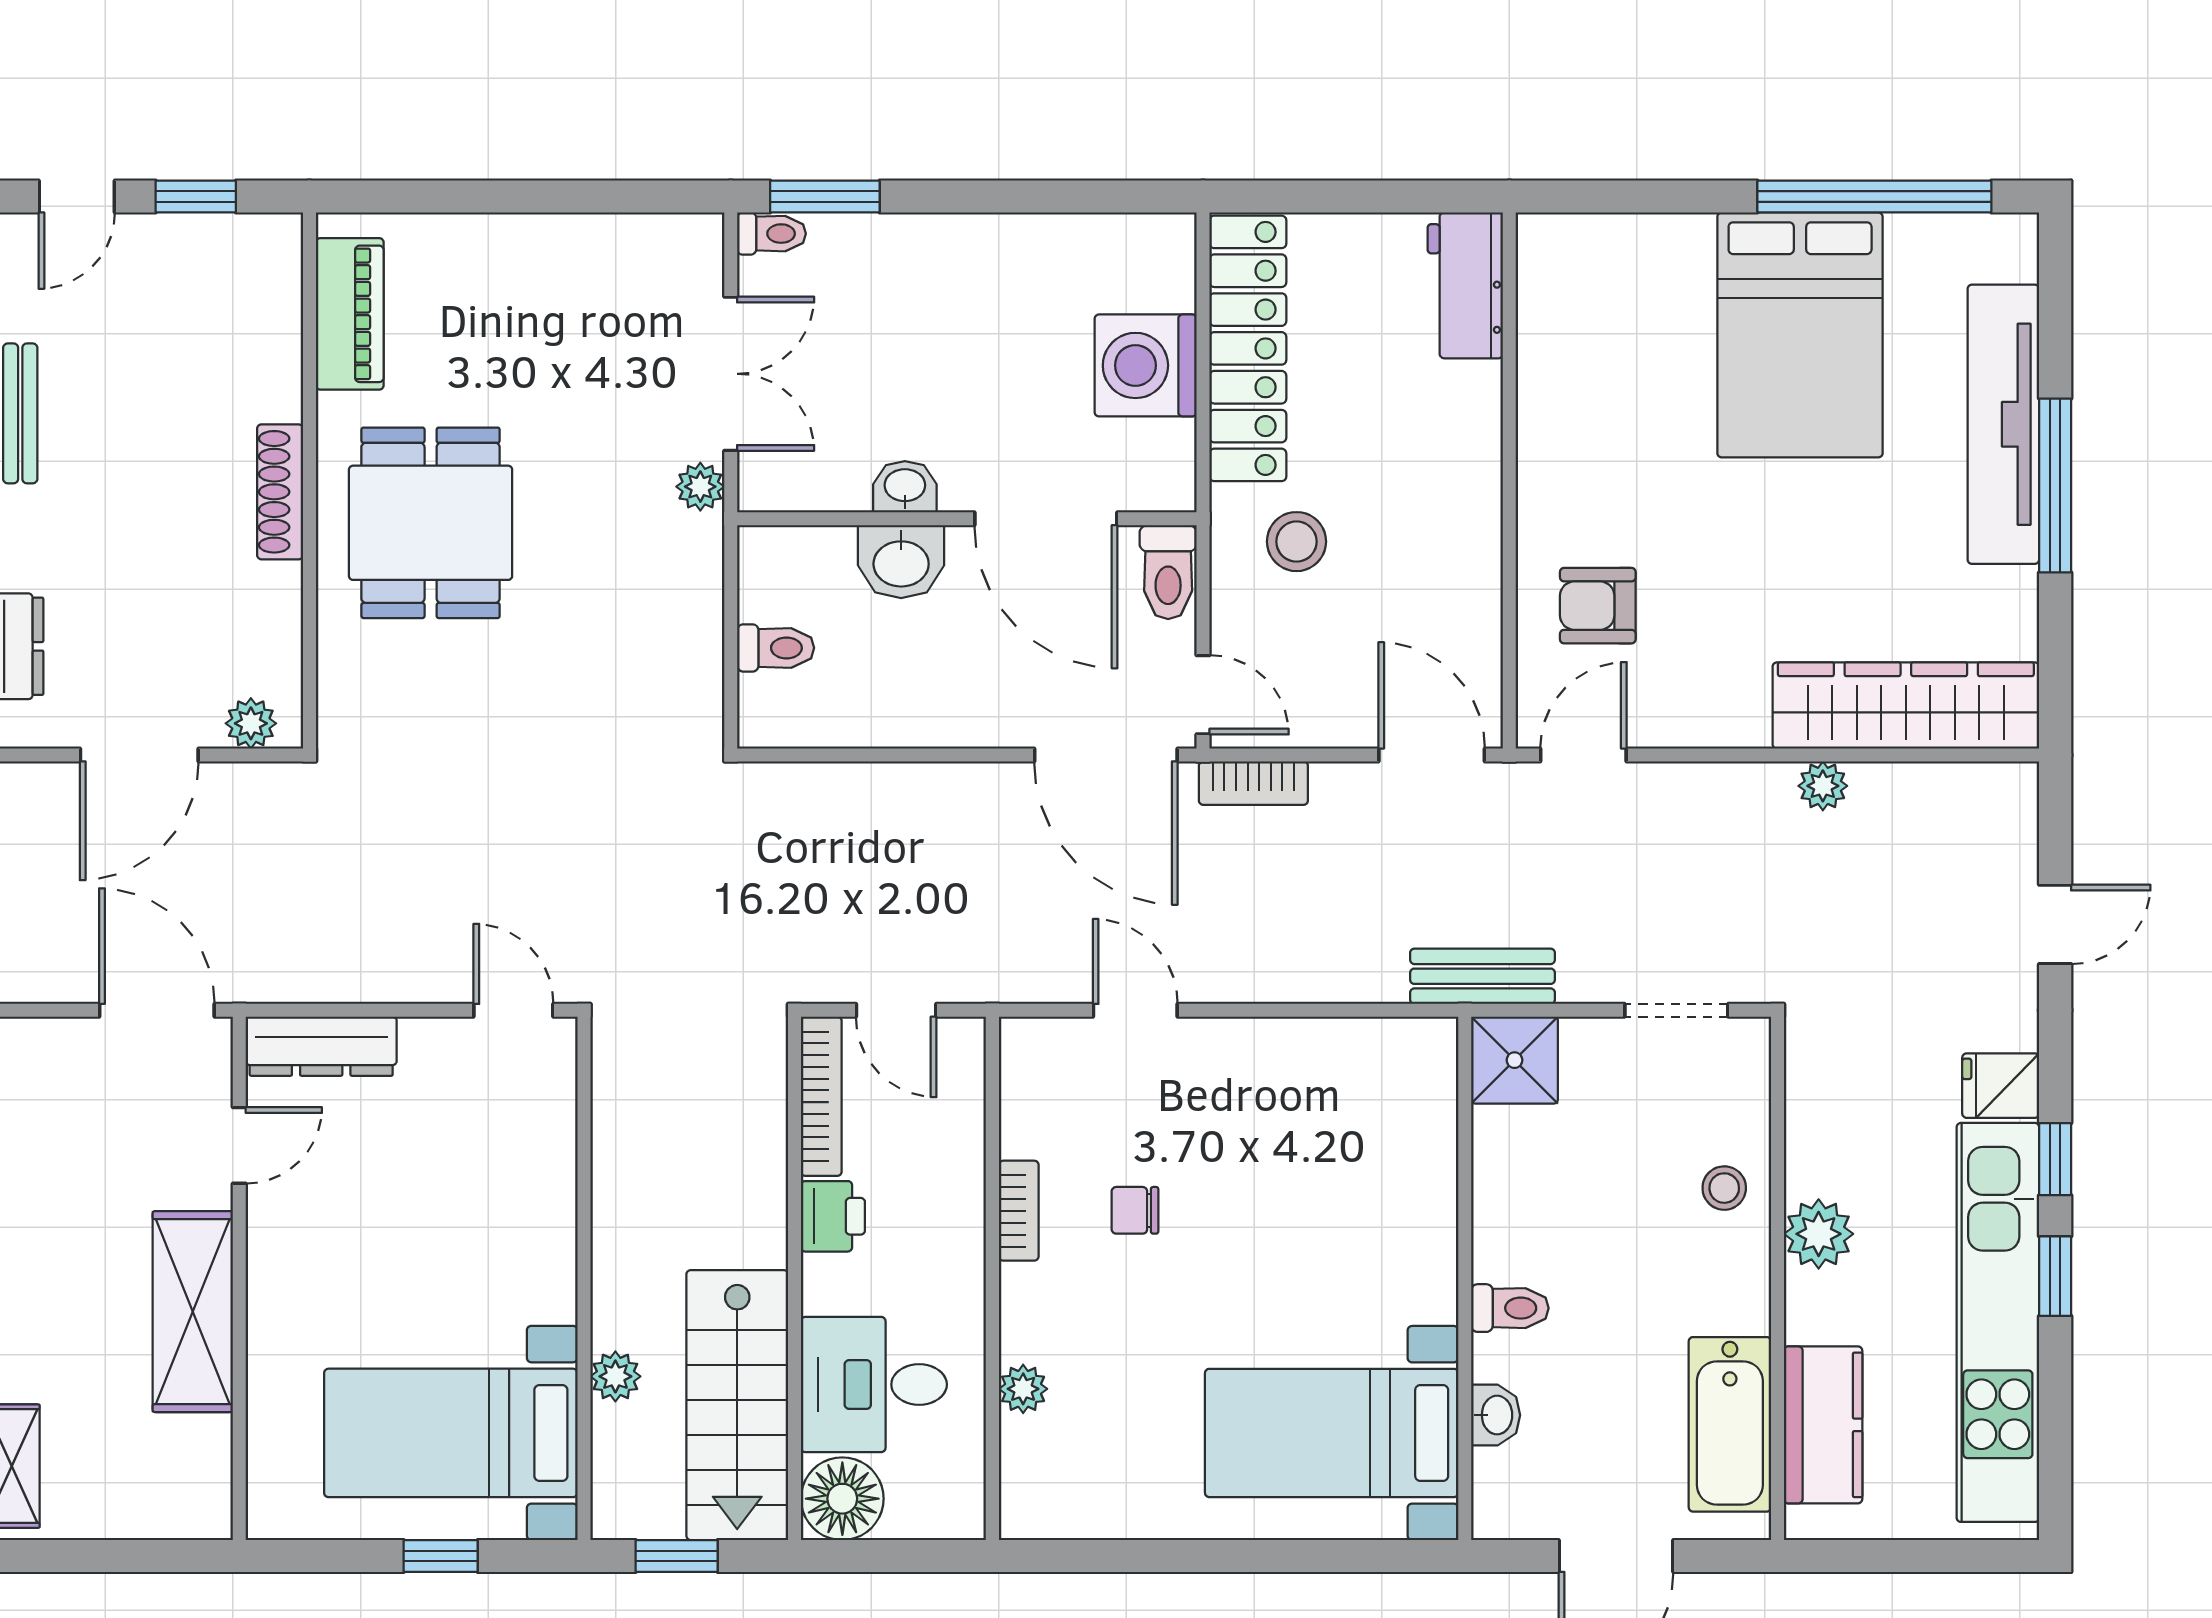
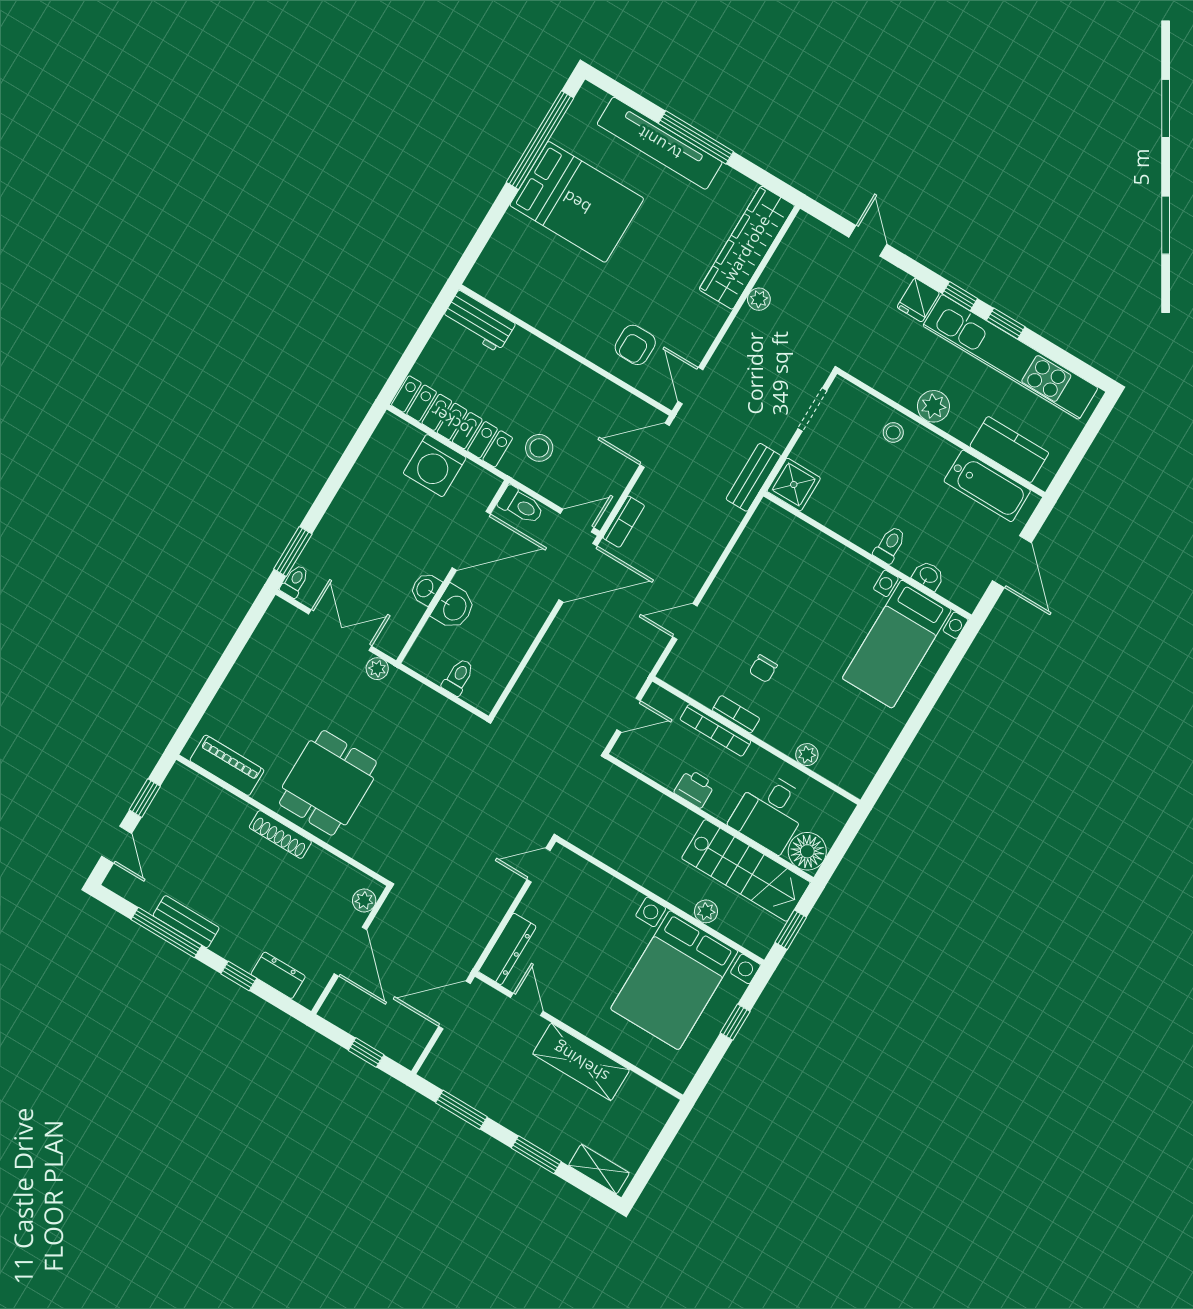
dining table: (431, 523) -> (328, 783), turned 90
bookcase: (821, 1096) -> (715, 730), moved, turned 180
bed with nightstands: (451, 1433) -> (674, 980), width x1.36

